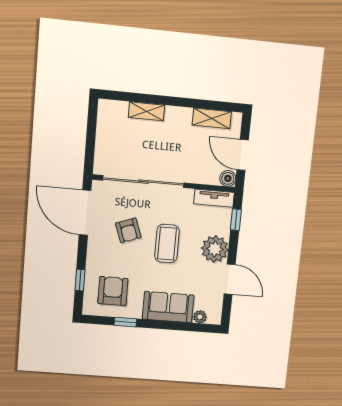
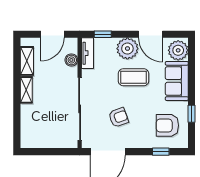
shelving: (147, 111) -> (26, 90), moved
boiler: (228, 178) -> (71, 60), moved
coffee table: (167, 244) -> (134, 77), moved
door: (230, 279) -> (151, 34), swing flipped
plant: (200, 317) -> (178, 50), width x1.88, depth x1.88

